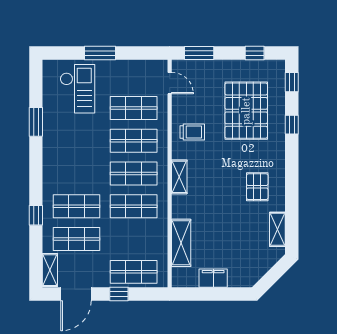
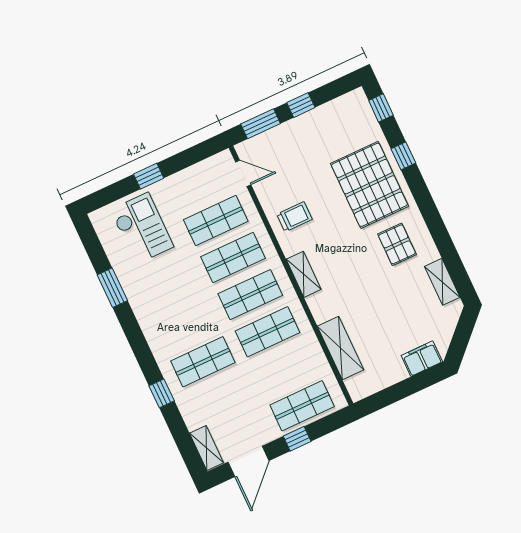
window: (100, 53) -> (149, 176), width x0.67
window: (255, 53) -> (301, 105), moved
pallet: (246, 111) -> (369, 185), moved
shop shelf: (77, 239) -> (220, 399), removed
filing cabinet: (213, 278) -> (422, 359), moved

